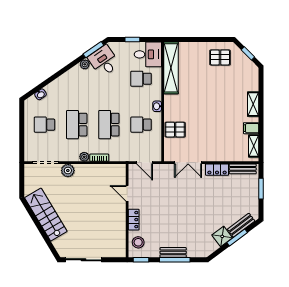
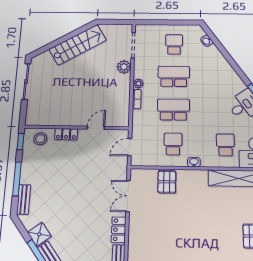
plant: (85, 64) -> (240, 85), removed
bench: (173, 252) -> (24, 199), moved

